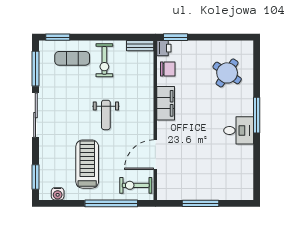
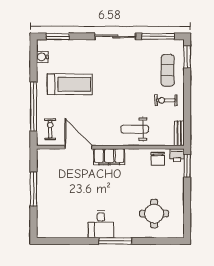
exercise bike: (104, 60) -> (166, 100), width x0.73, depth x0.72
round table: (227, 73) -> (154, 214), turned -34
filing cabinet: (166, 103) -> (109, 157), moved
weight bench: (106, 115) -> (135, 129), moved
exercise bike: (136, 185) -> (50, 129), width x0.73, depth x0.72

